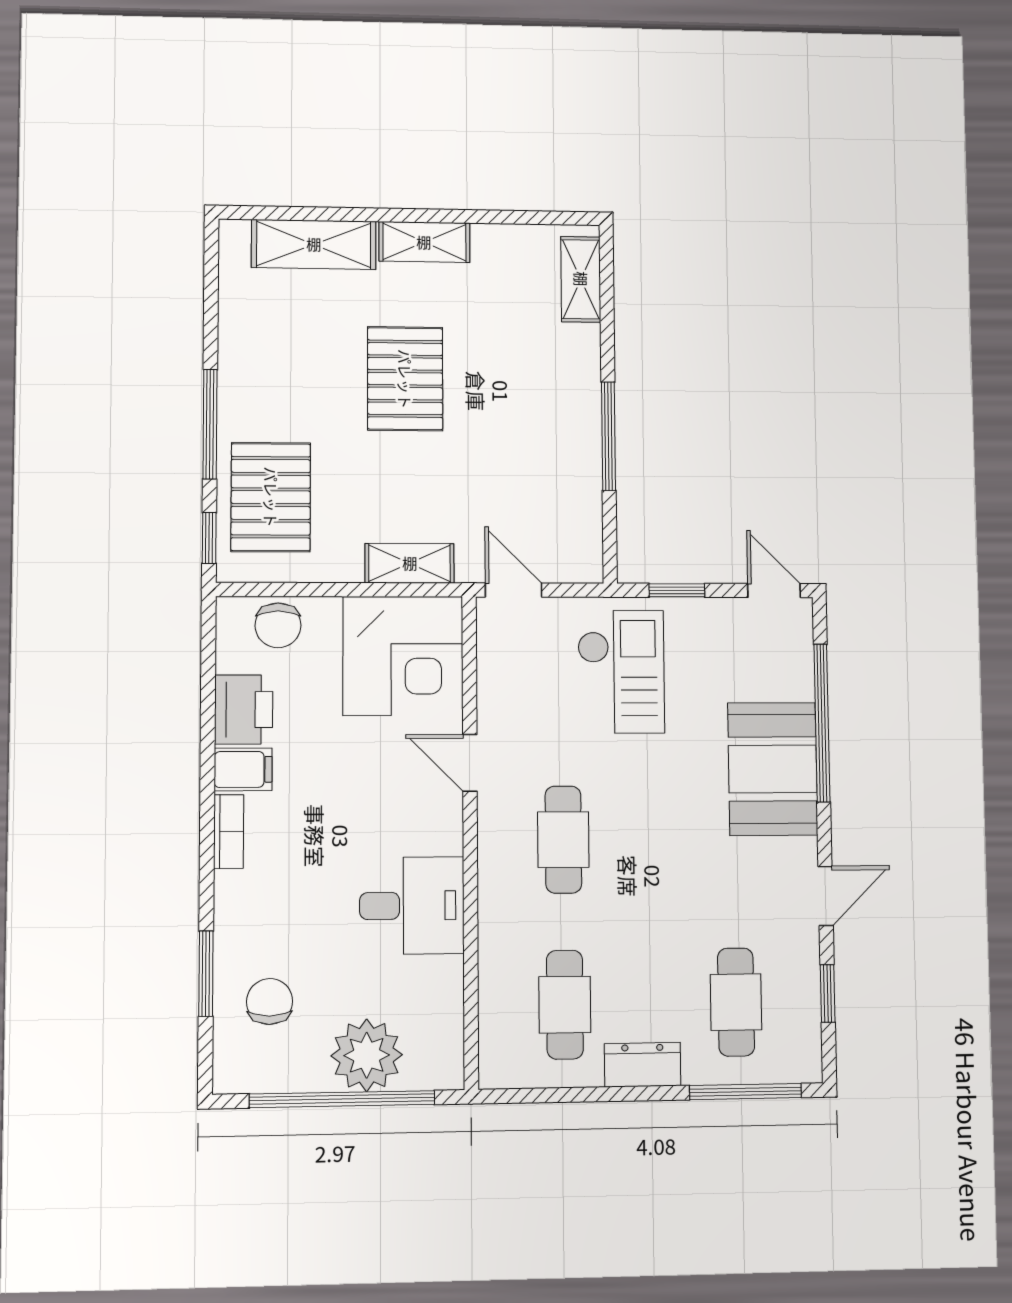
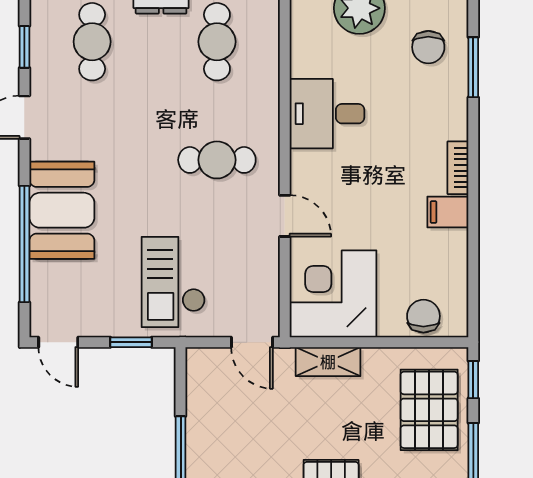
printer: (244, 710) -> (448, 255), removed
cafe table: (563, 840) -> (217, 160), turned 90

